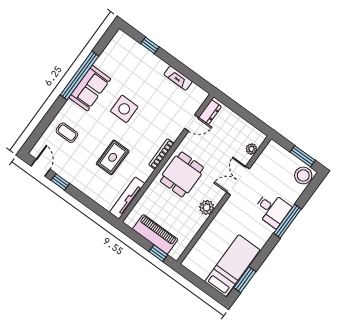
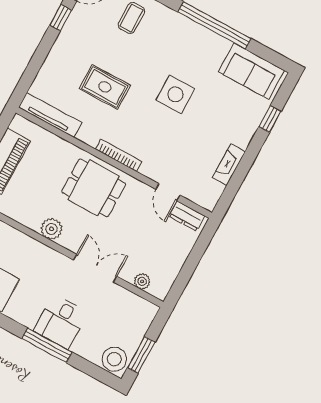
sofa: (90, 88) -> (251, 71), moved

